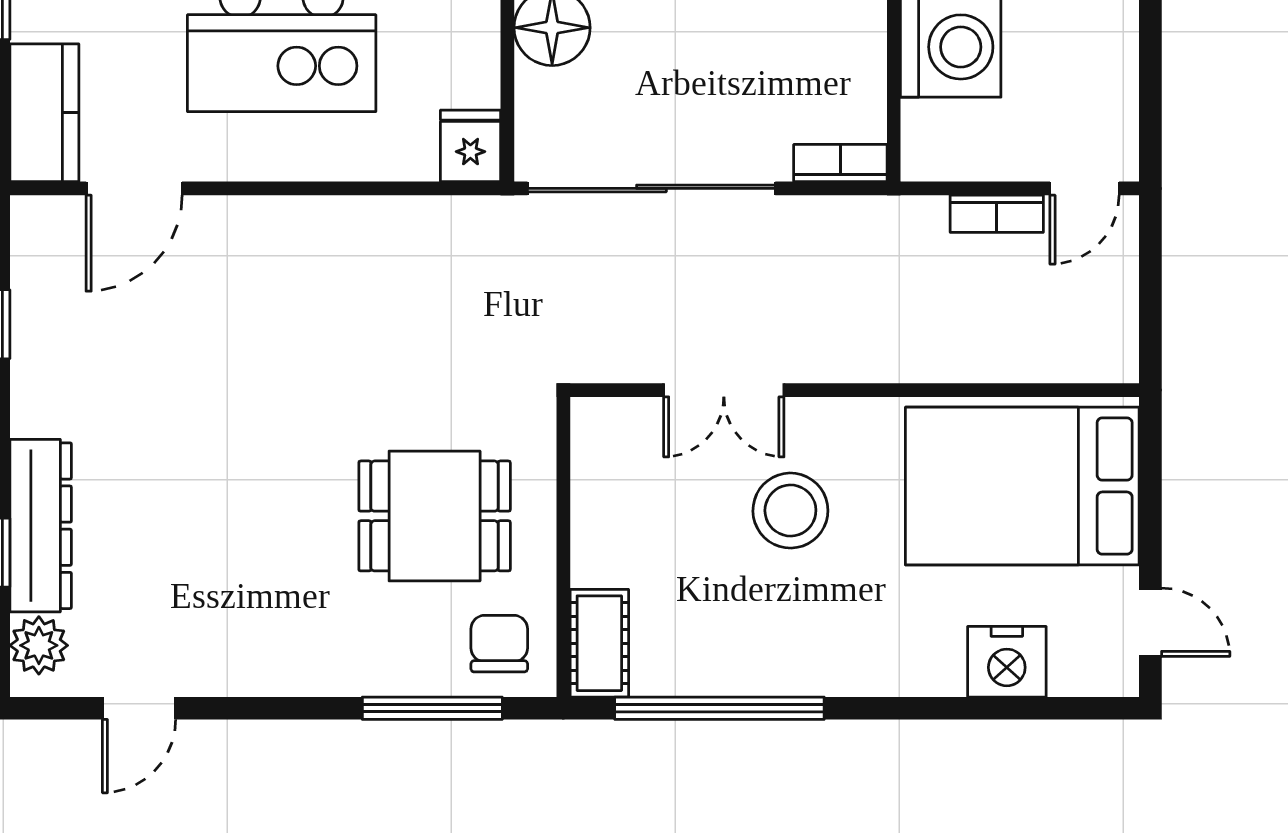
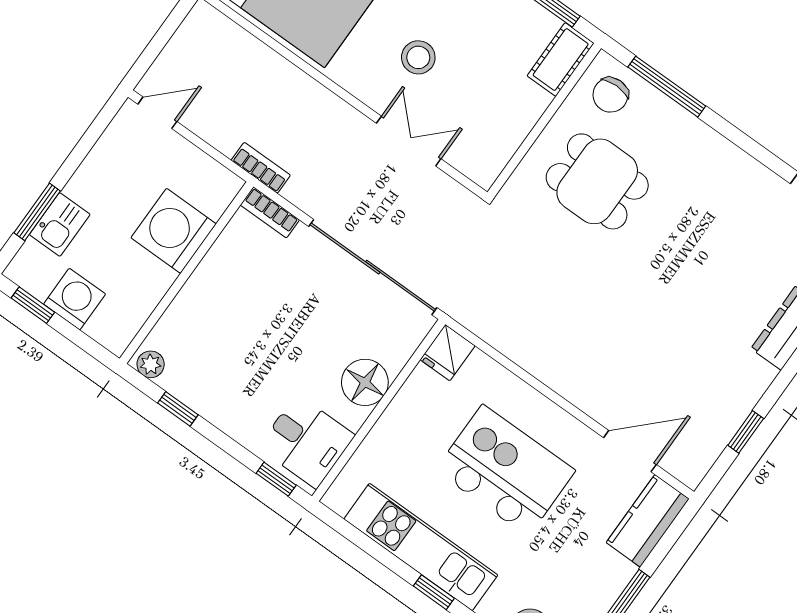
bookcase: (997, 214) -> (261, 168), moved
stool: (790, 511) -> (418, 57), width x0.73, depth x0.73

